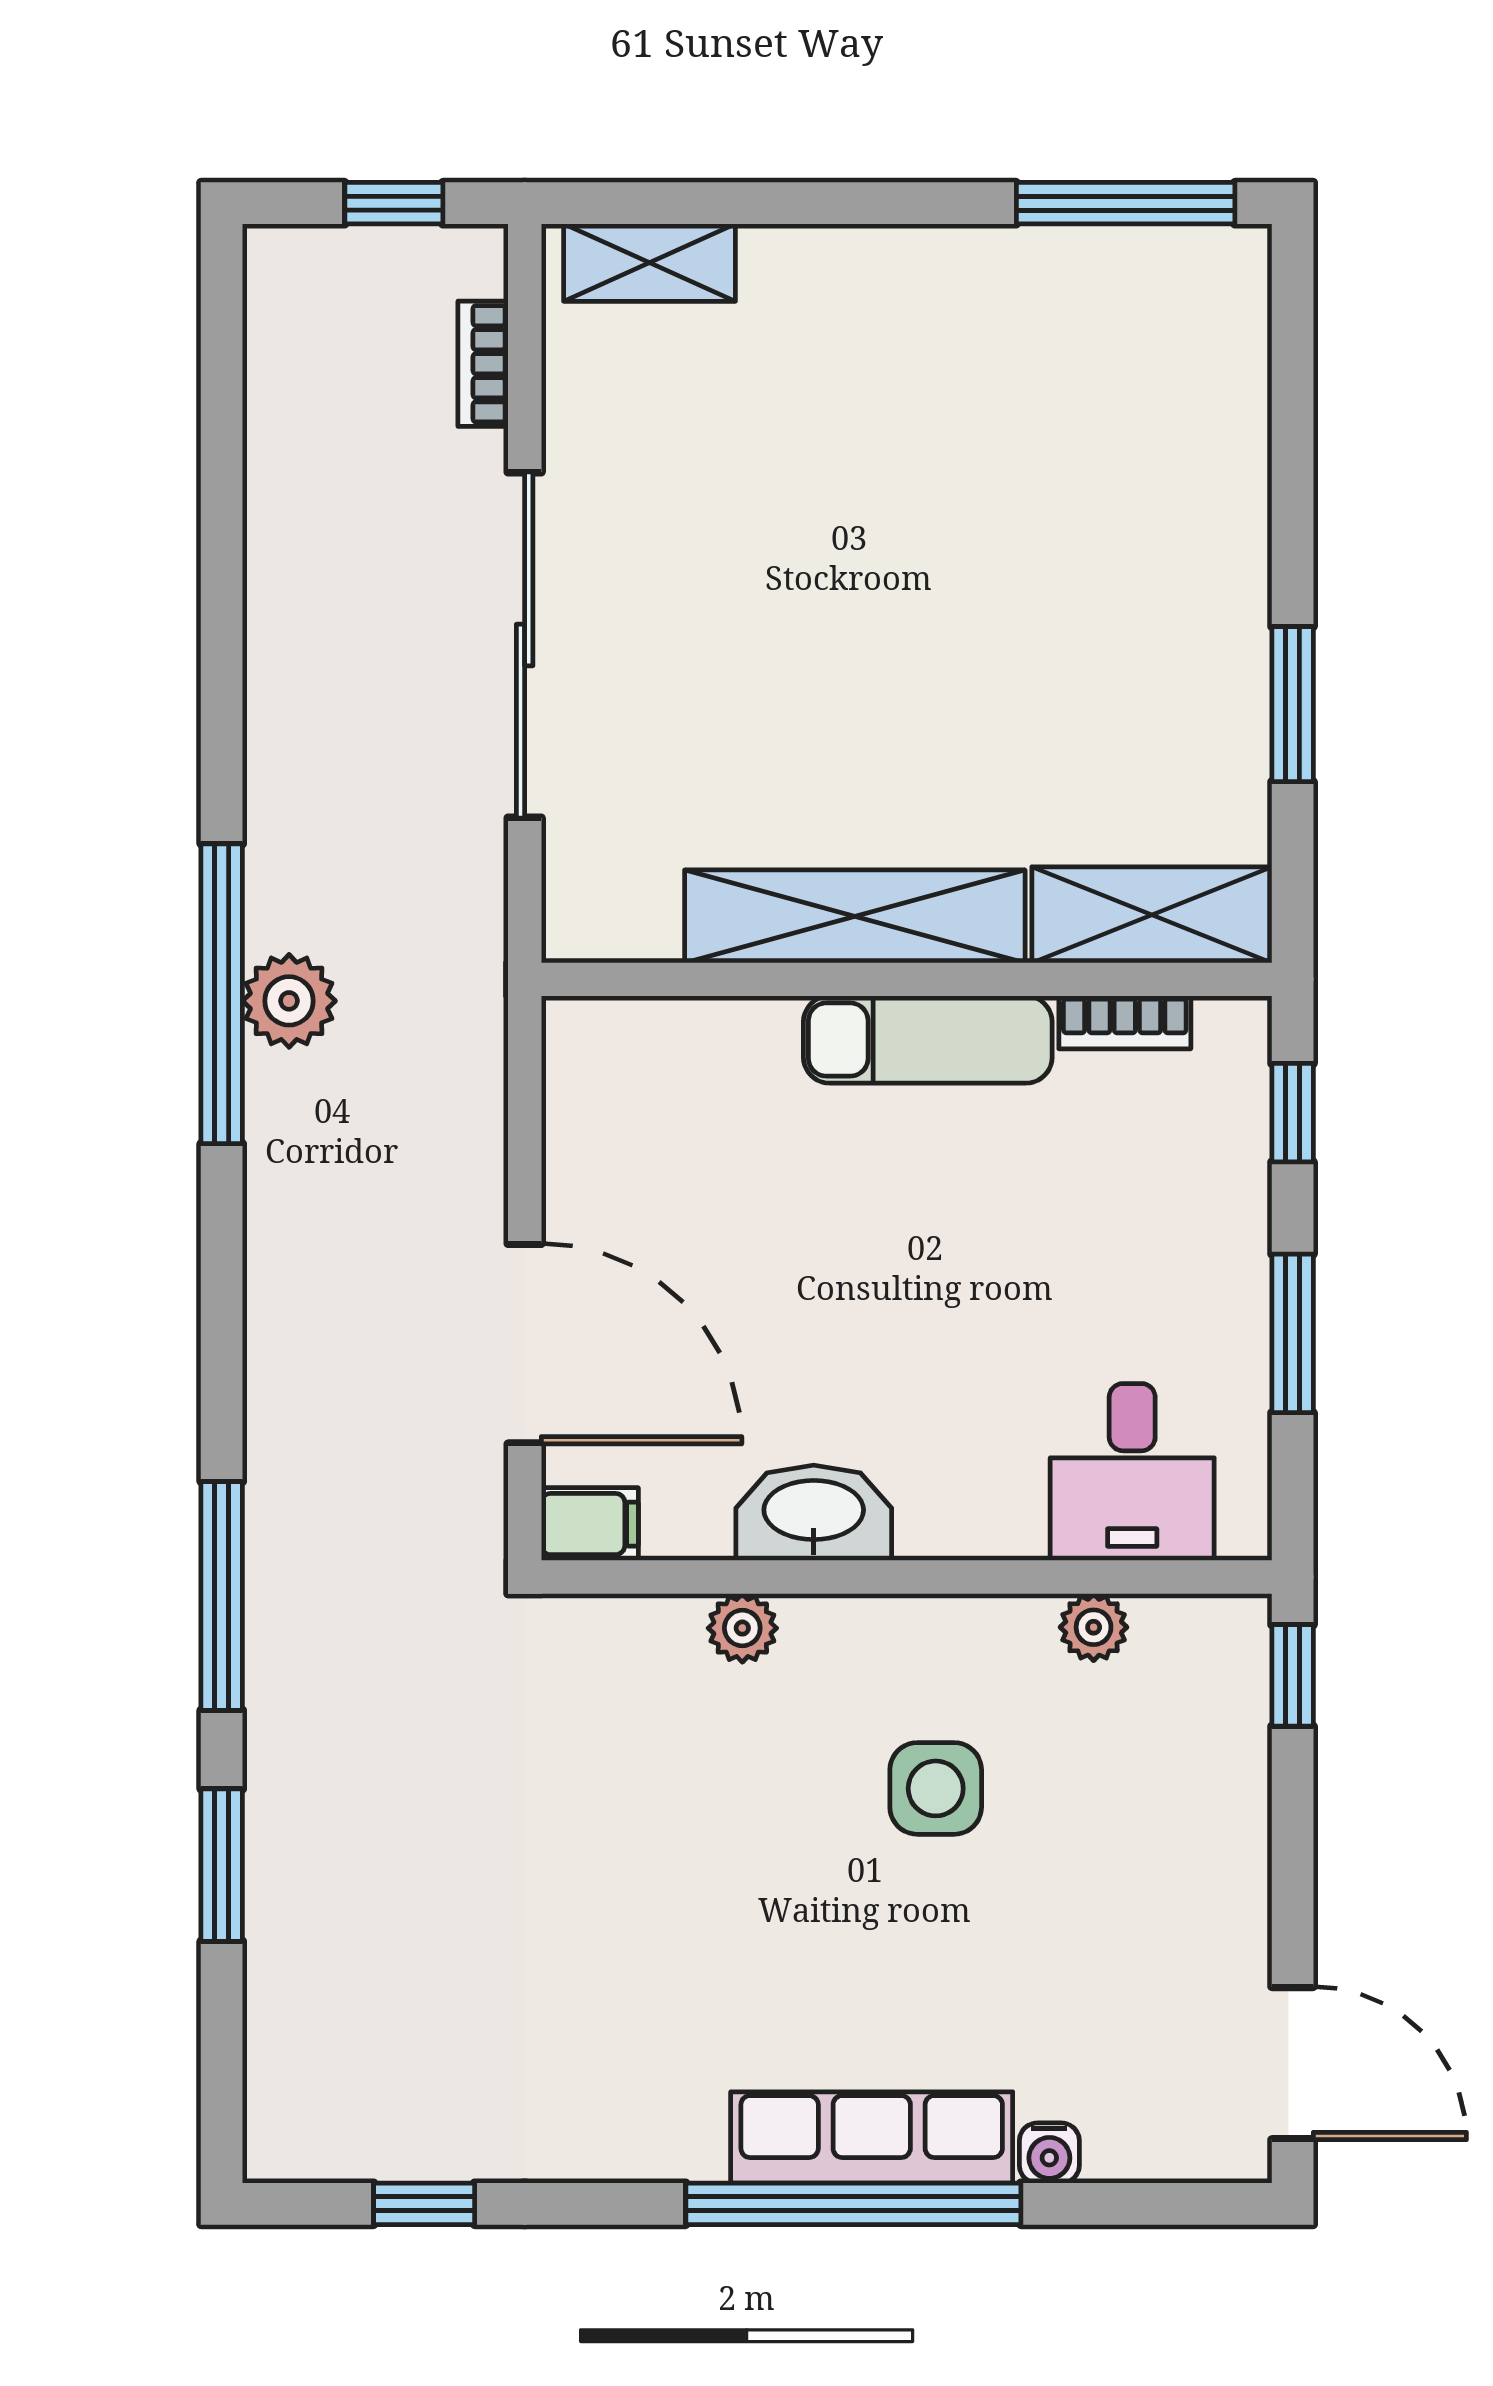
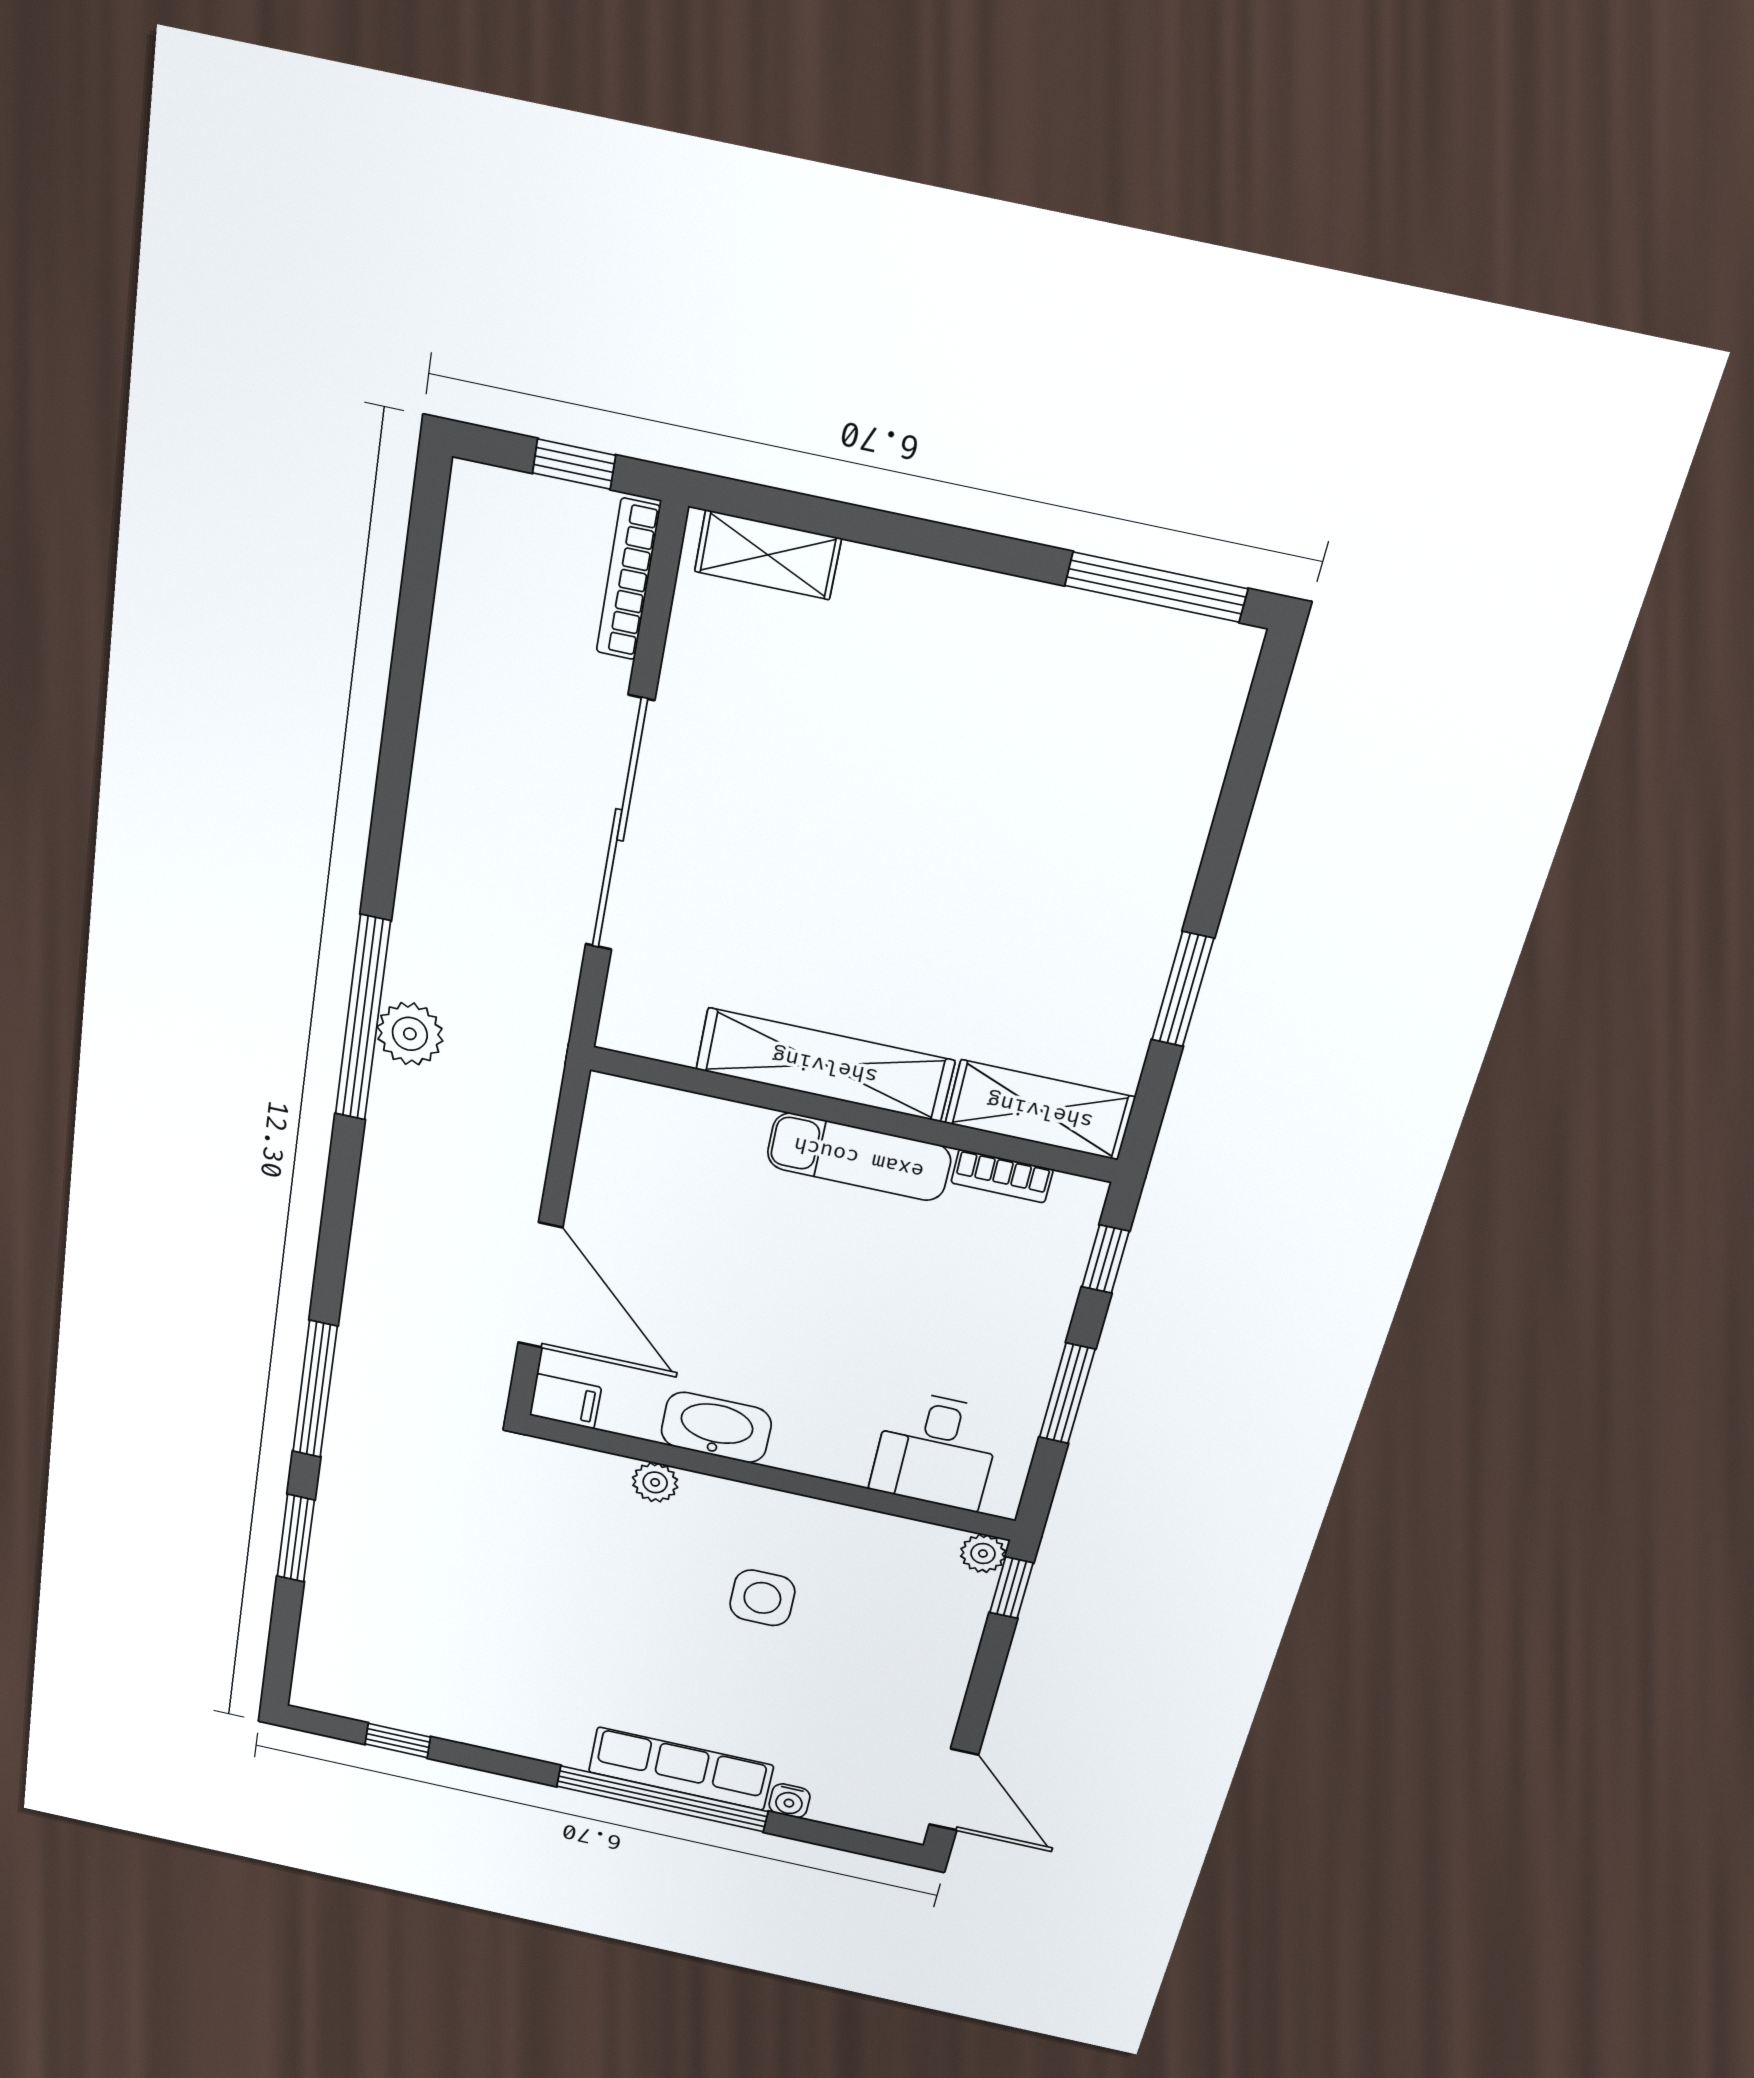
bookcase: (483, 364) -> (628, 580), width x1.56
plant: (1094, 1627) -> (983, 1554), moved

